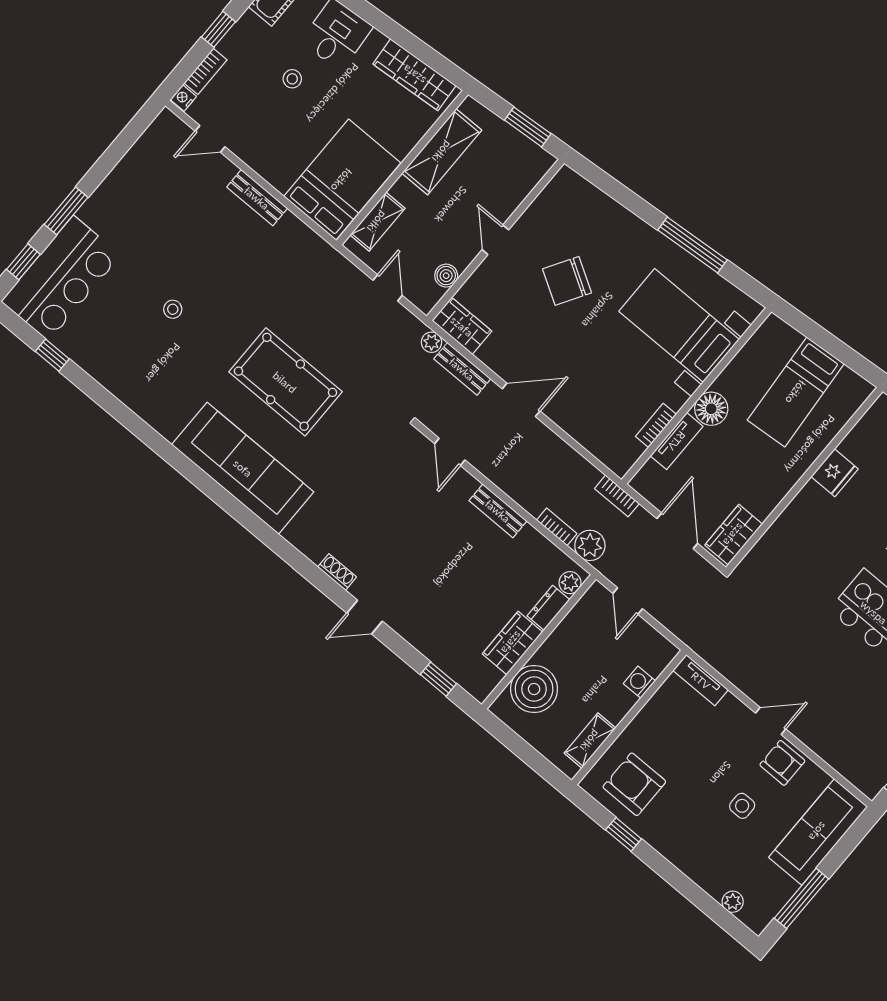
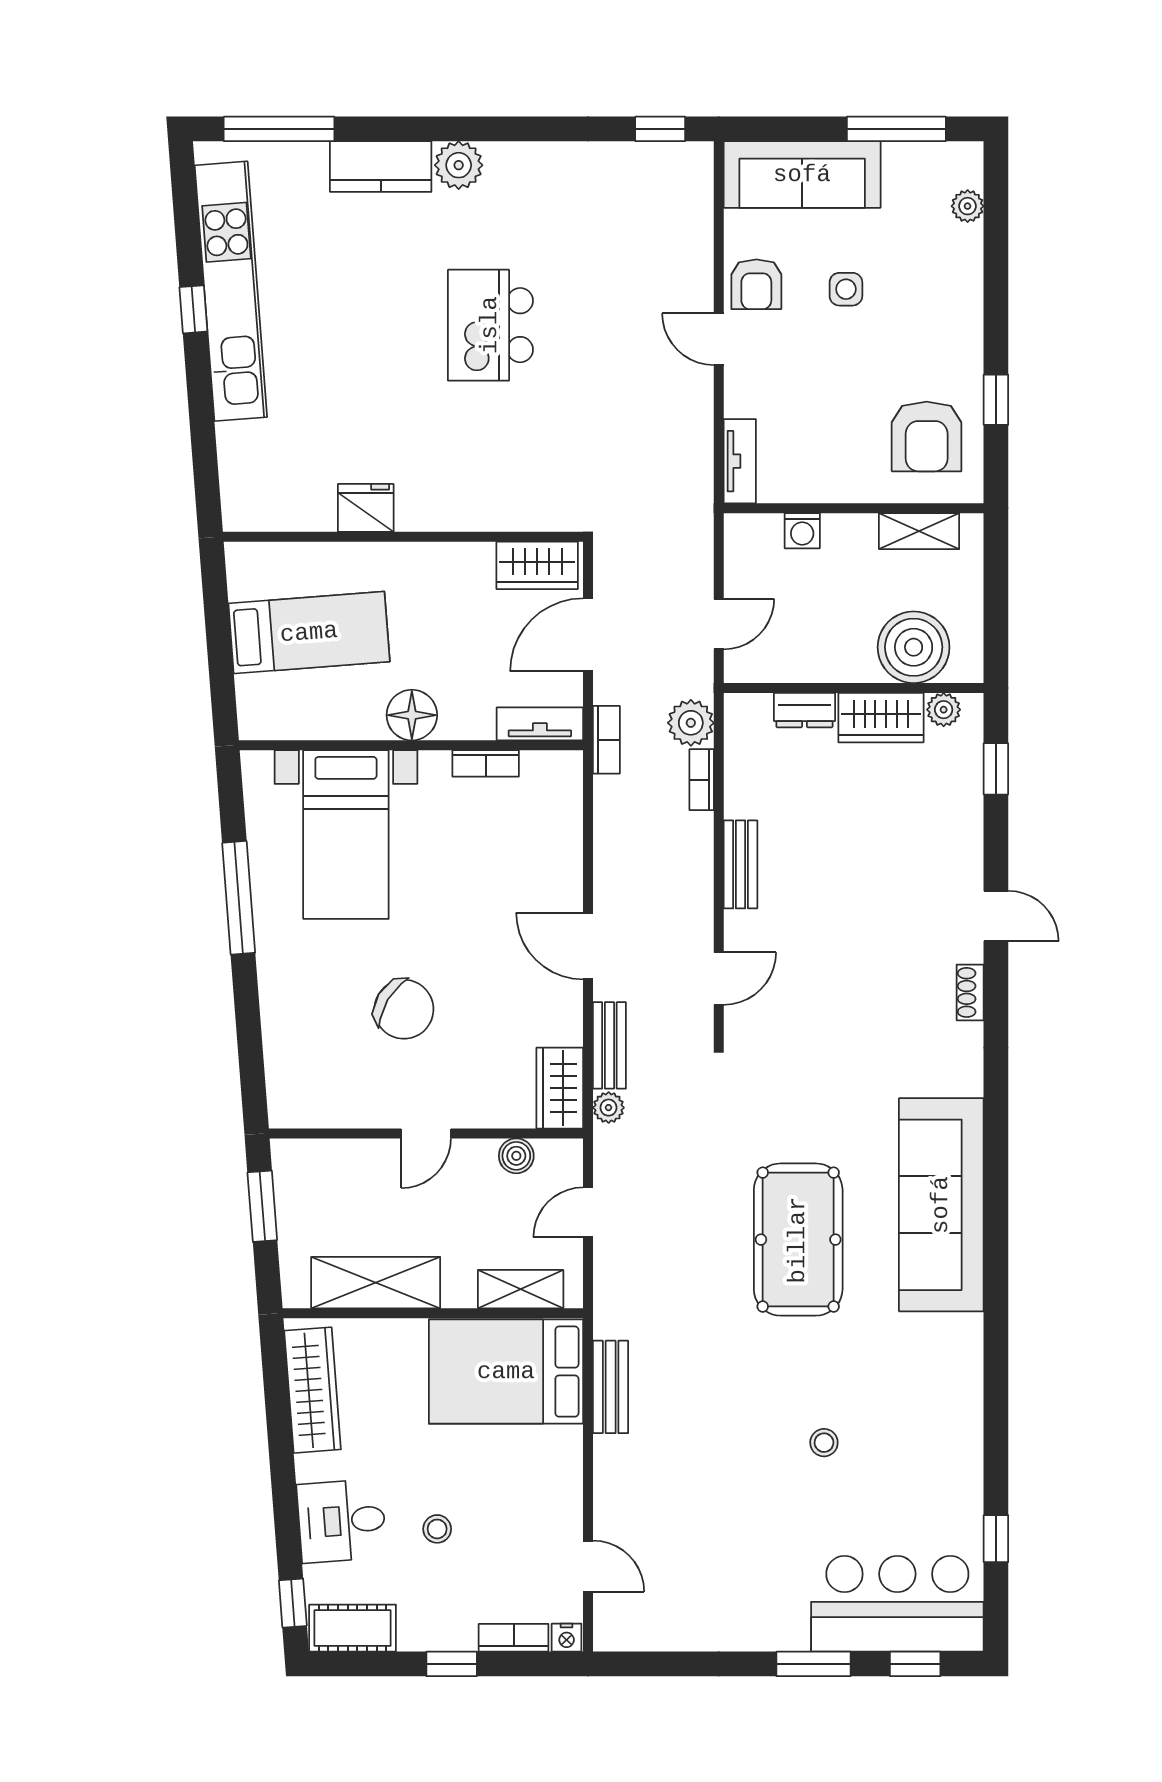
bench: (257, 198) -> (611, 1387), moved
tv unit: (677, 441) -> (540, 724), moved
plant: (570, 583) -> (944, 710), moved

